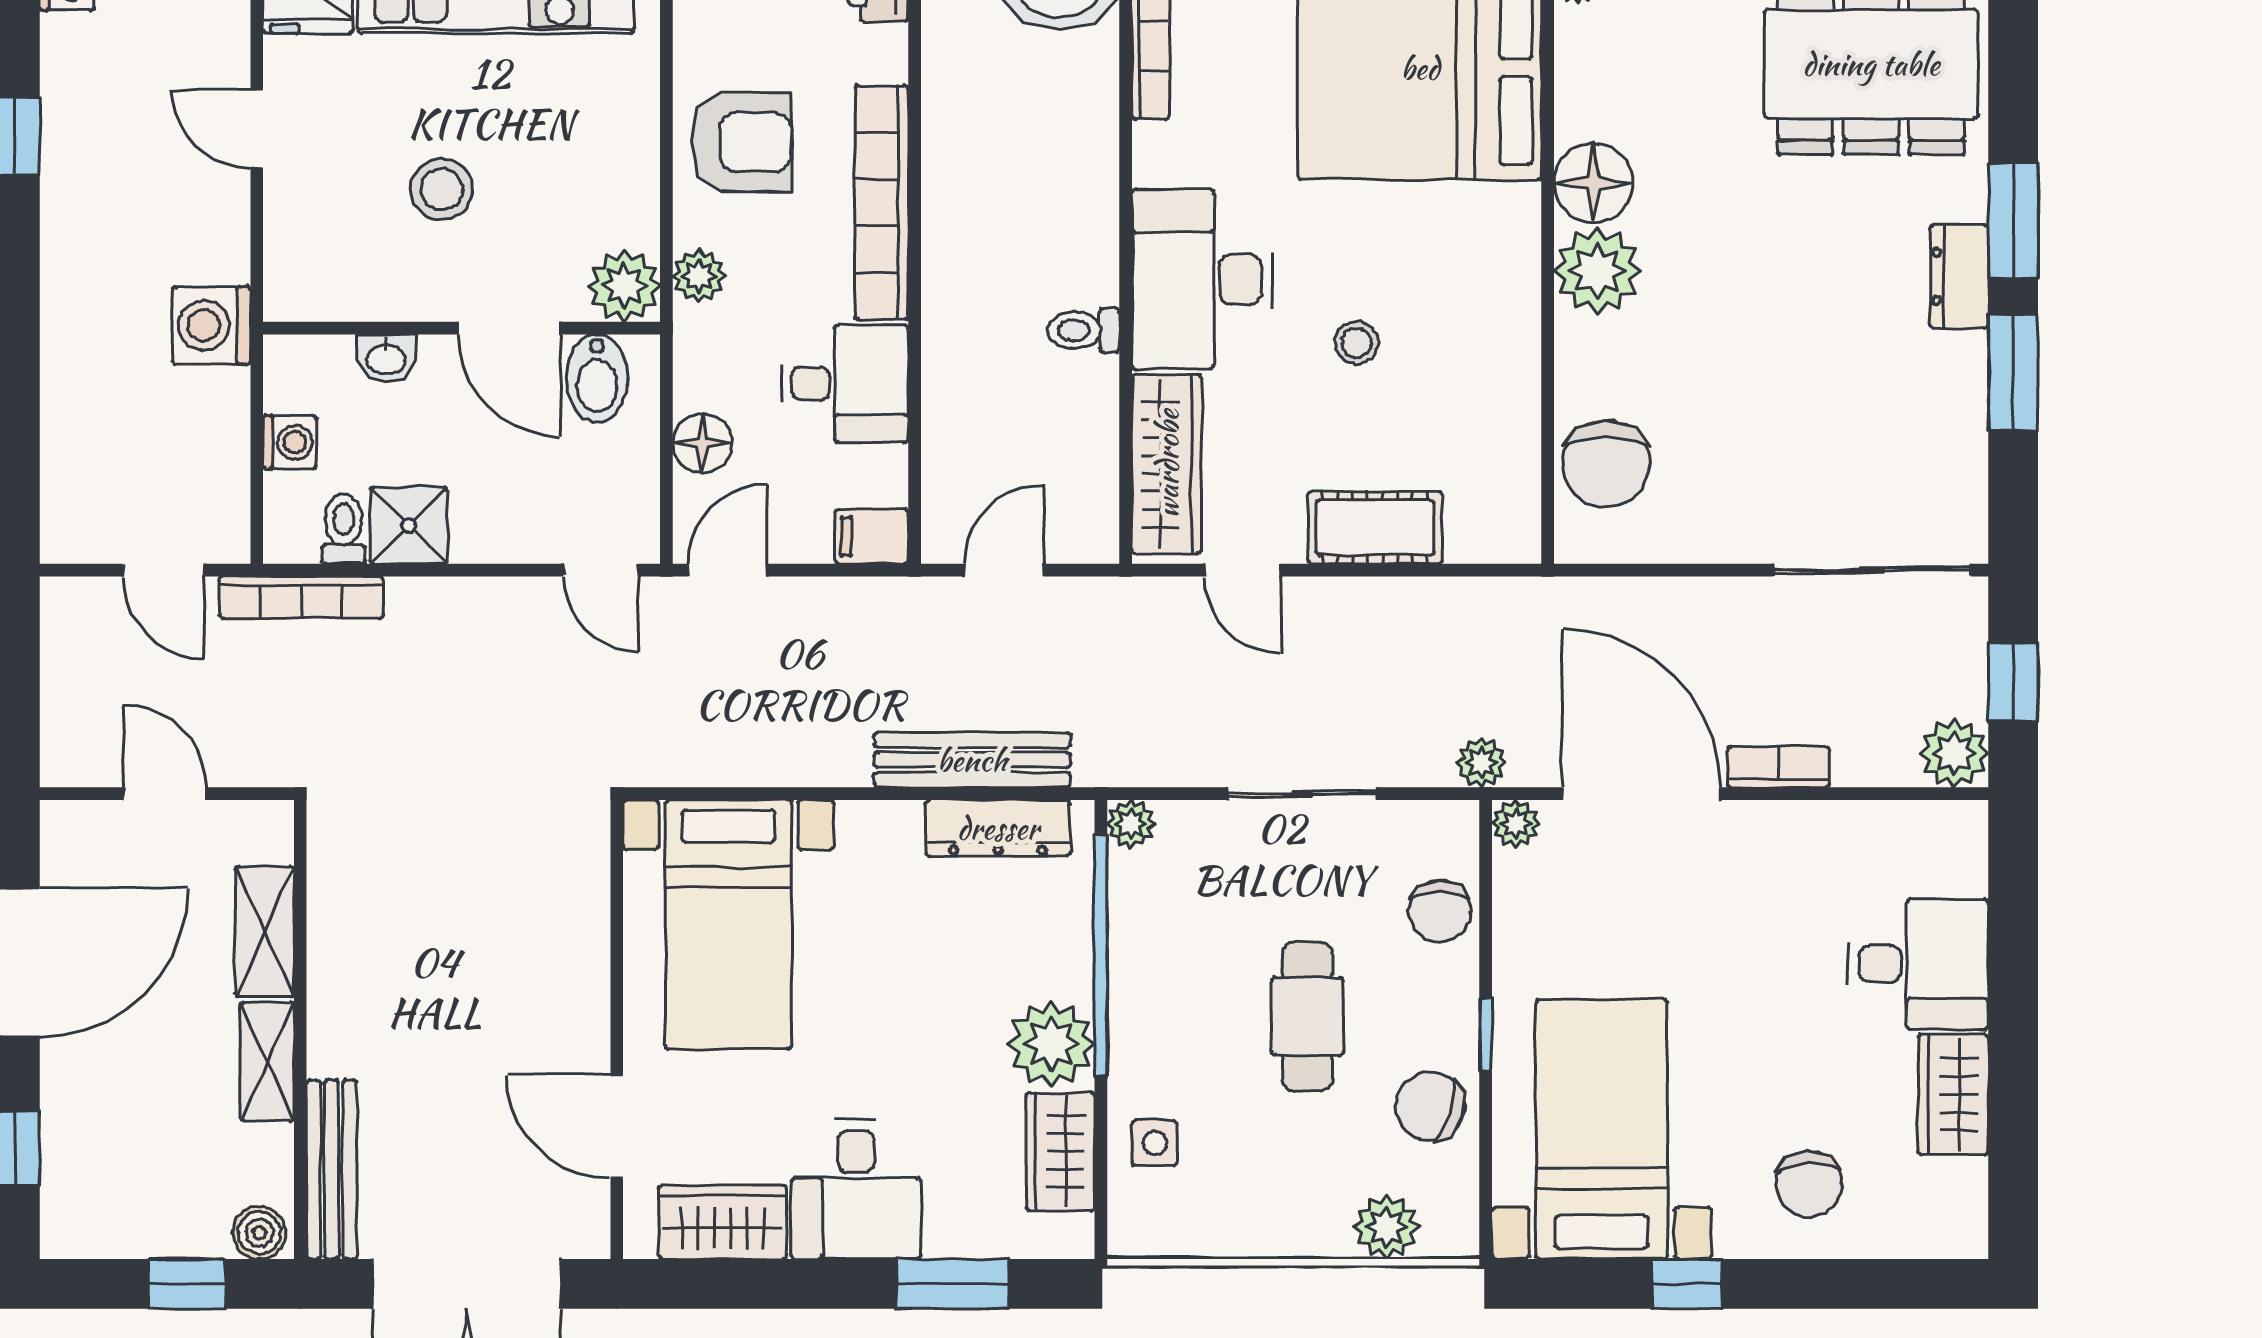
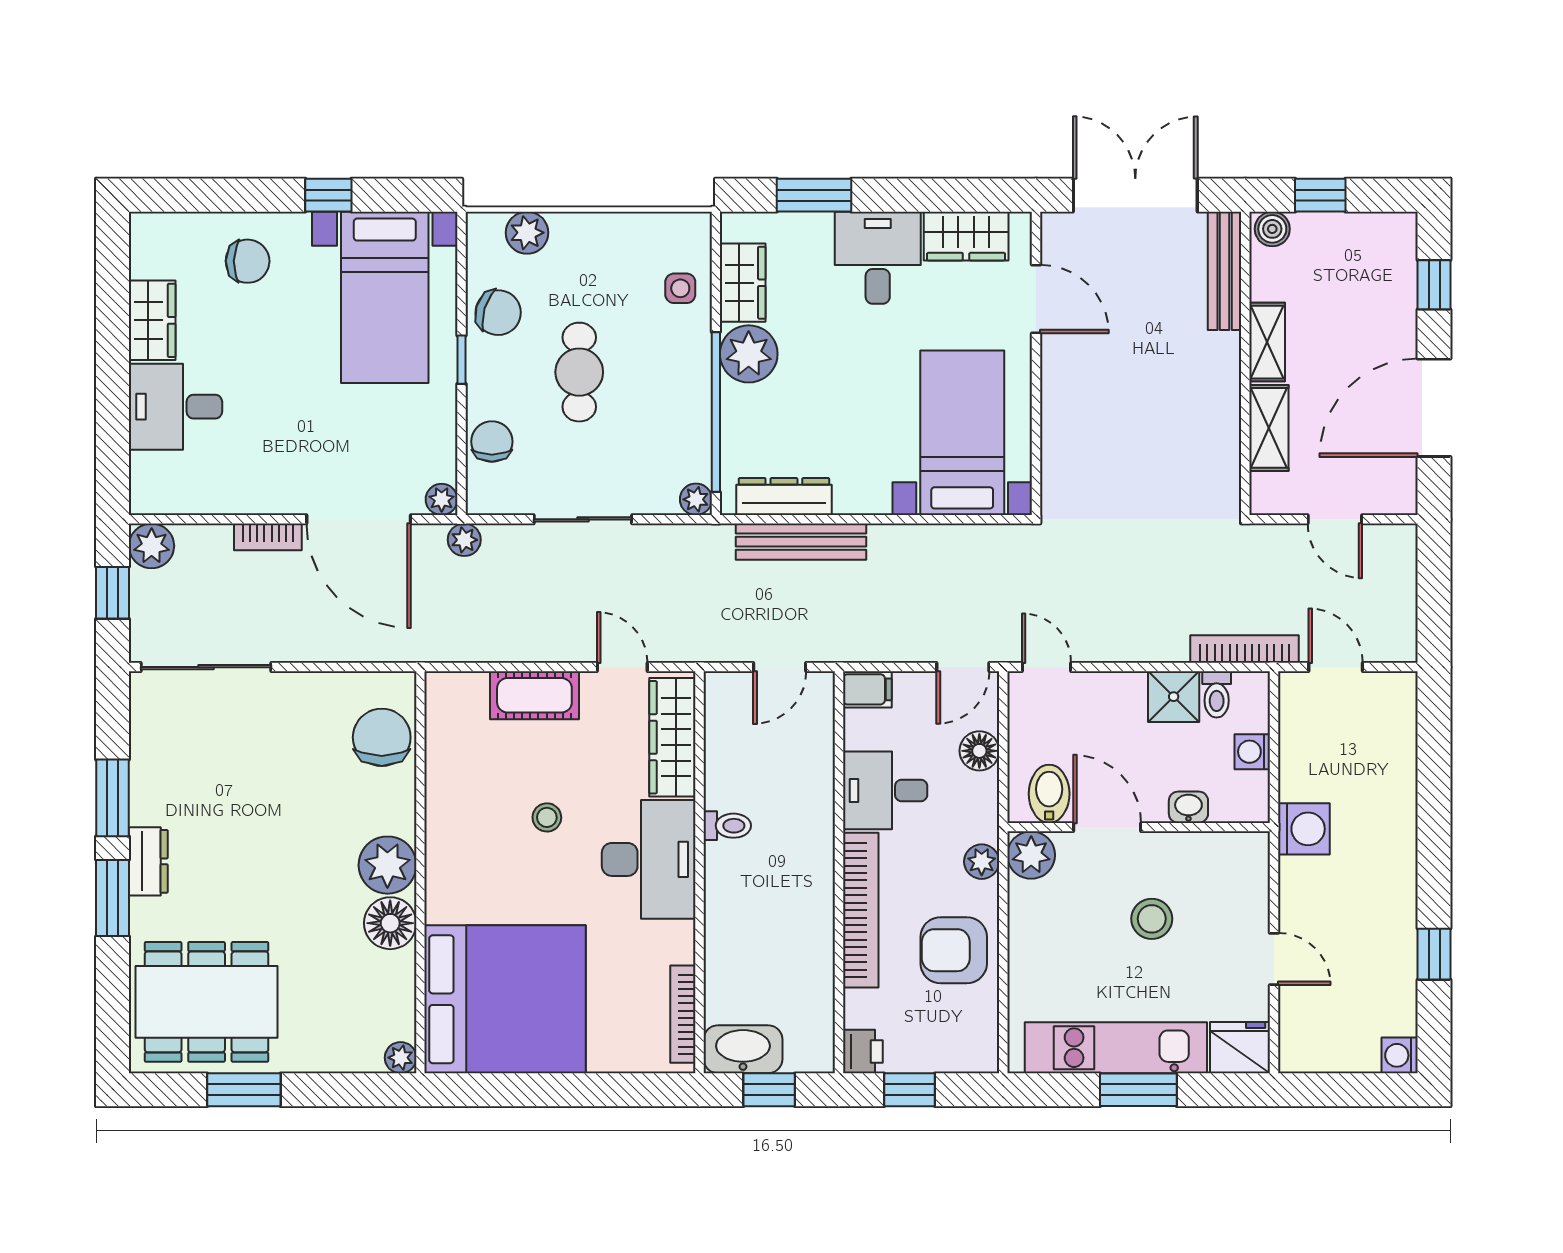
chair: (1809, 1184) -> (248, 261), turned 93

